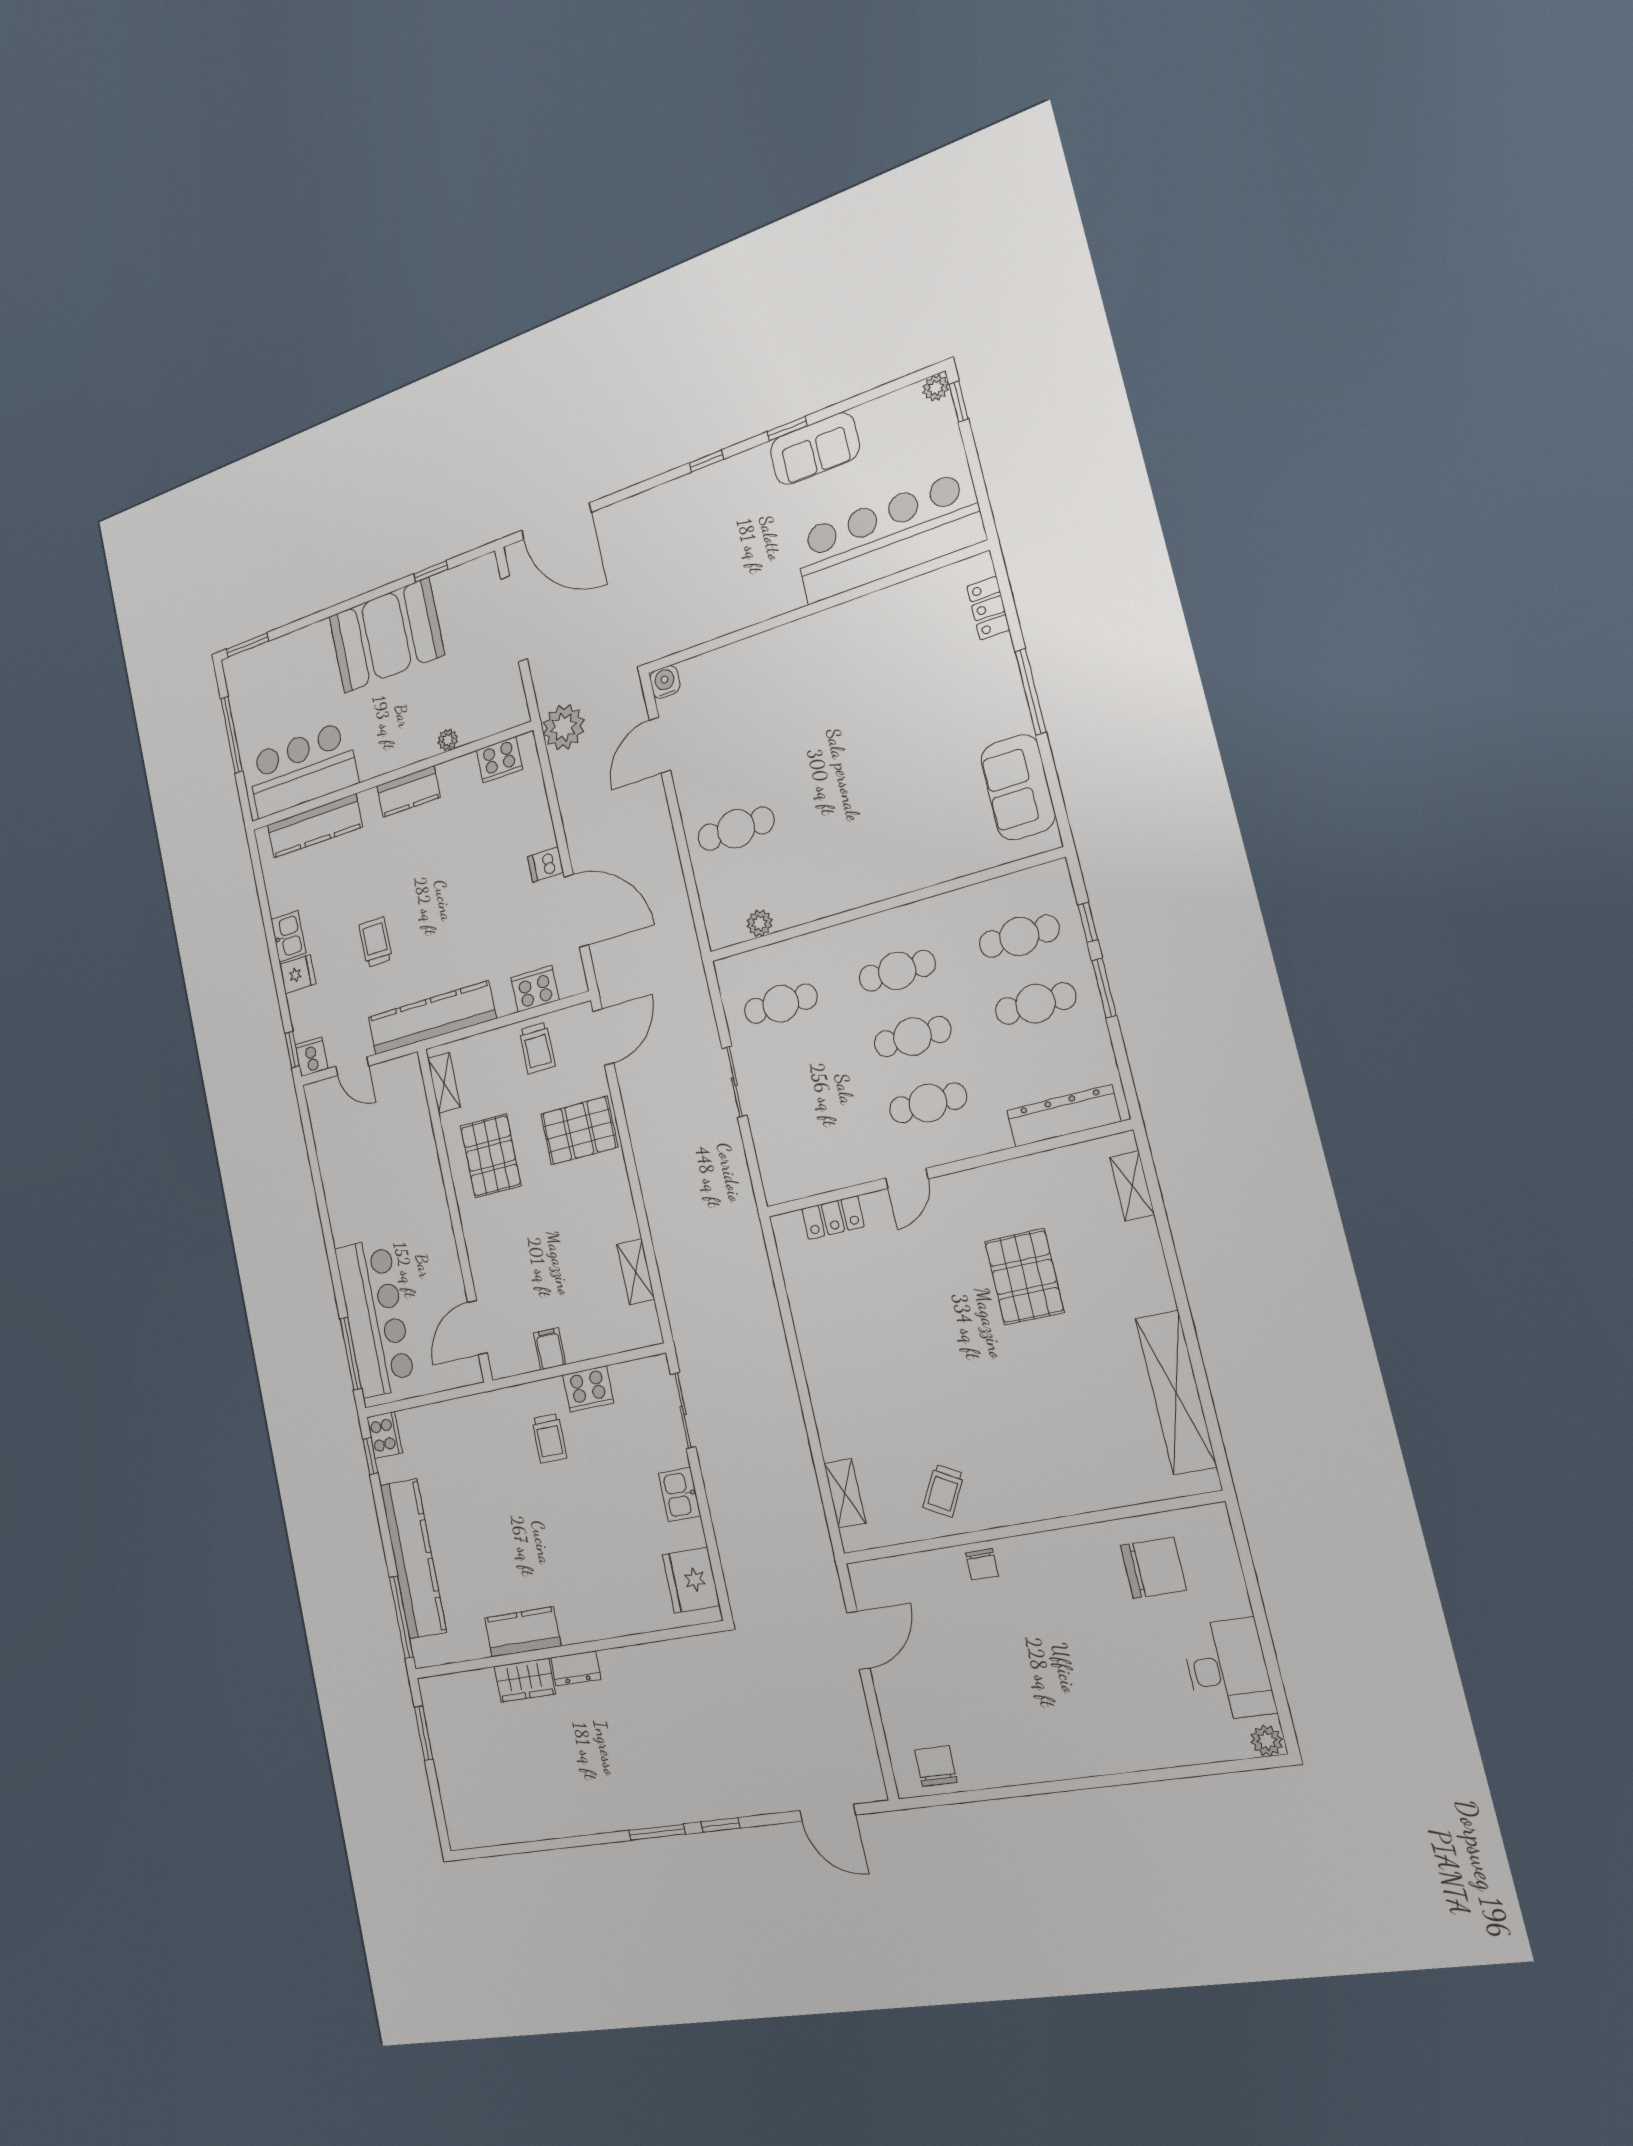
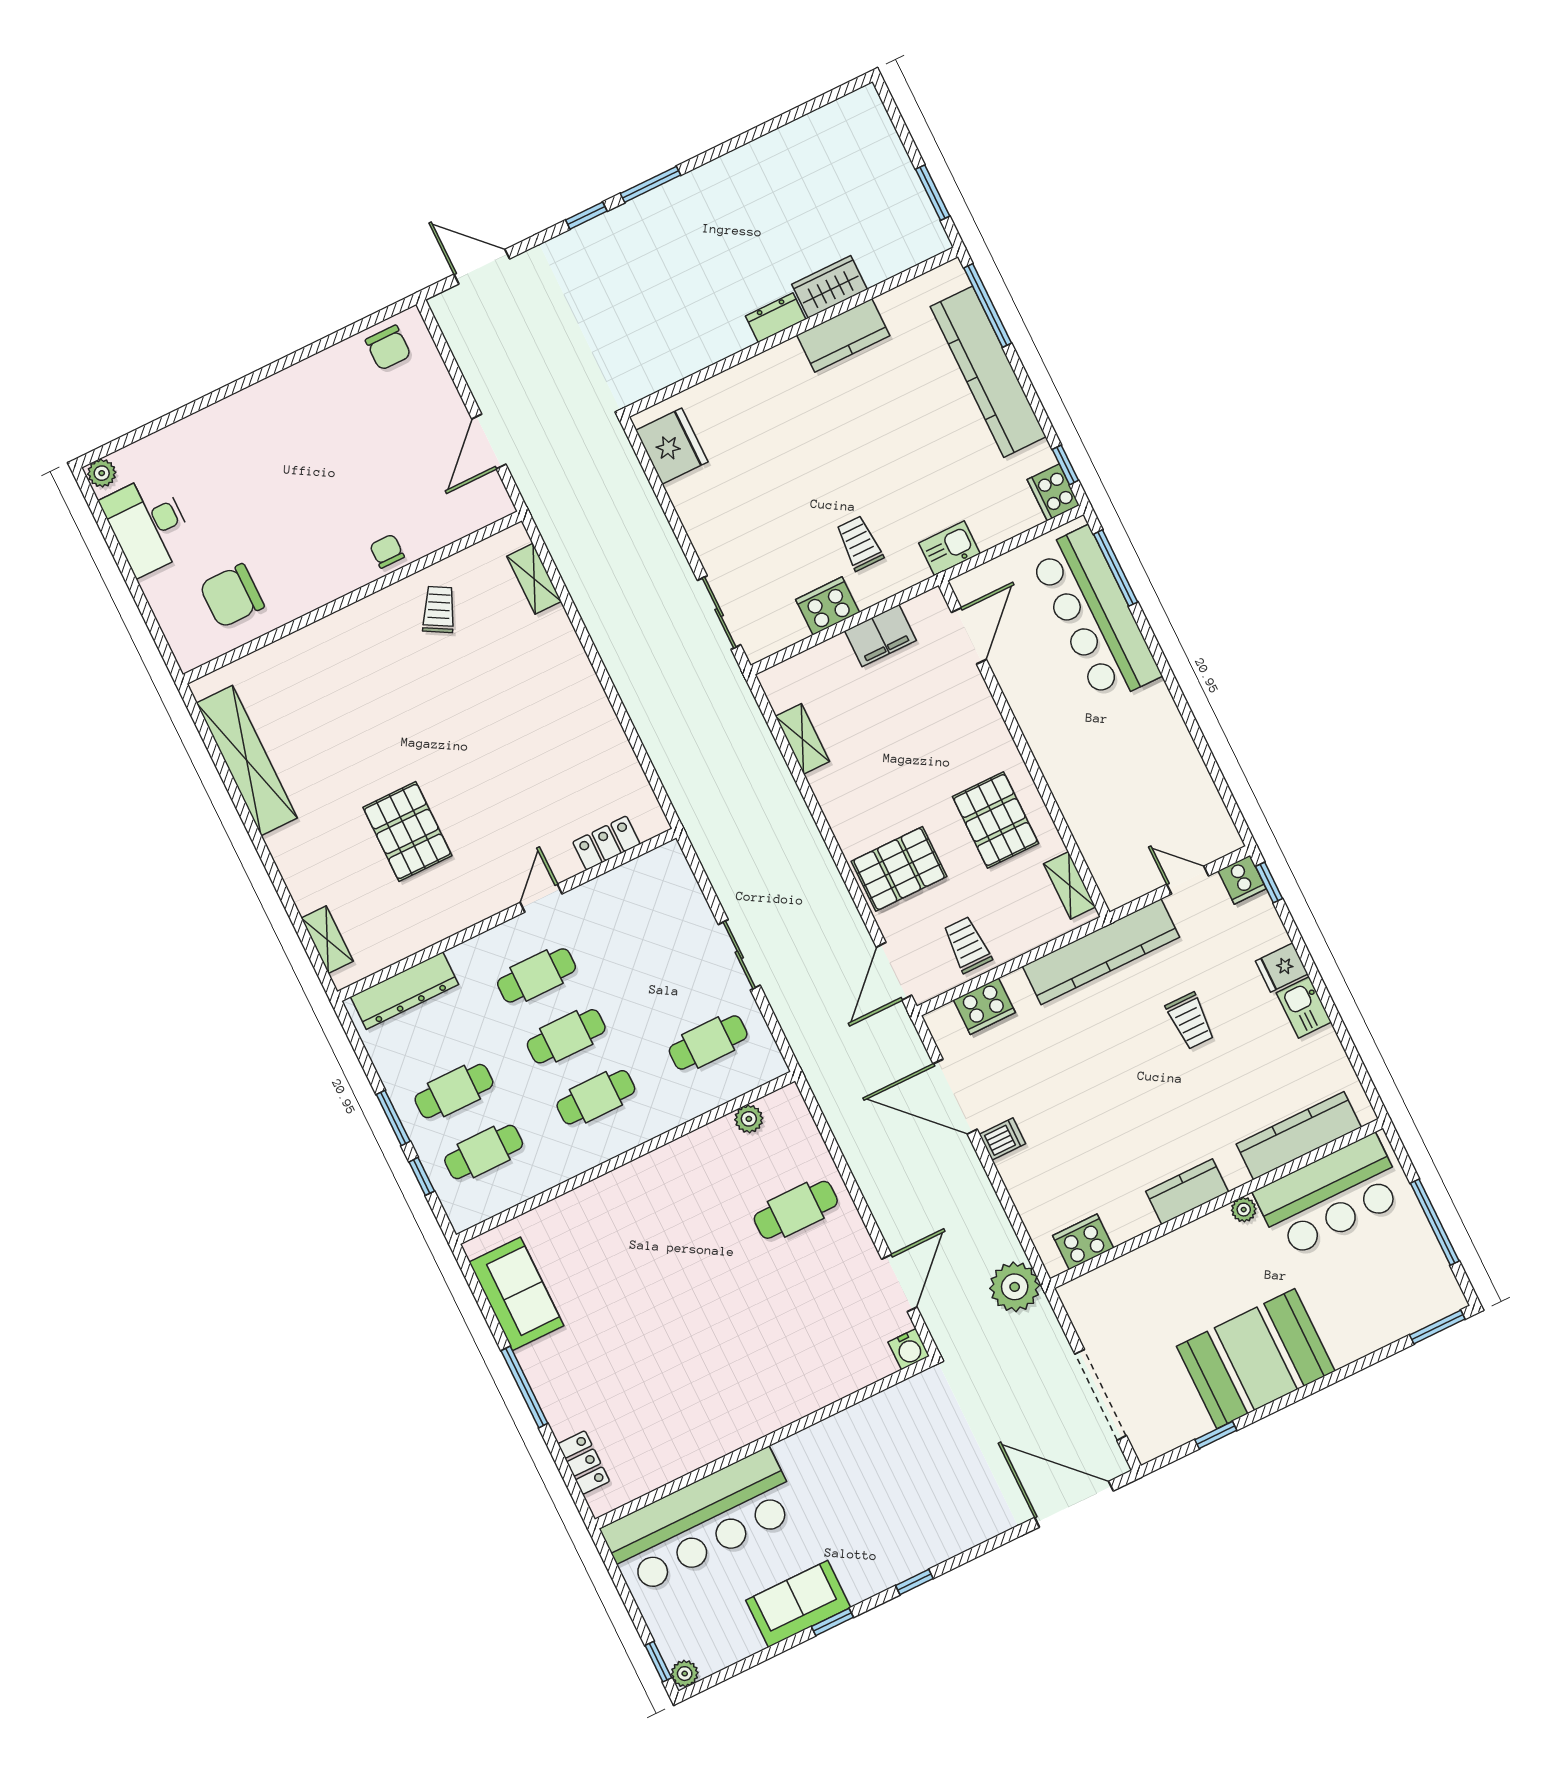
plant: (448, 740) -> (1244, 1210), moved
filing cabinet: (550, 1349) -> (881, 636), width x2.00
kitchen sink: (680, 1494) -> (949, 548), moved, turned -90

